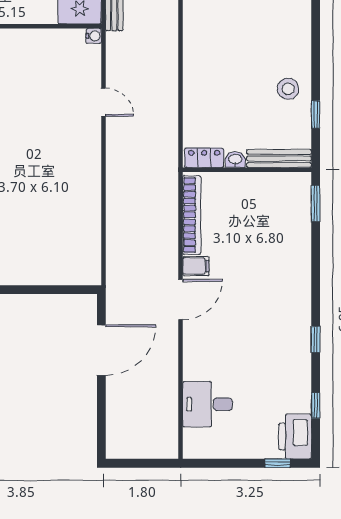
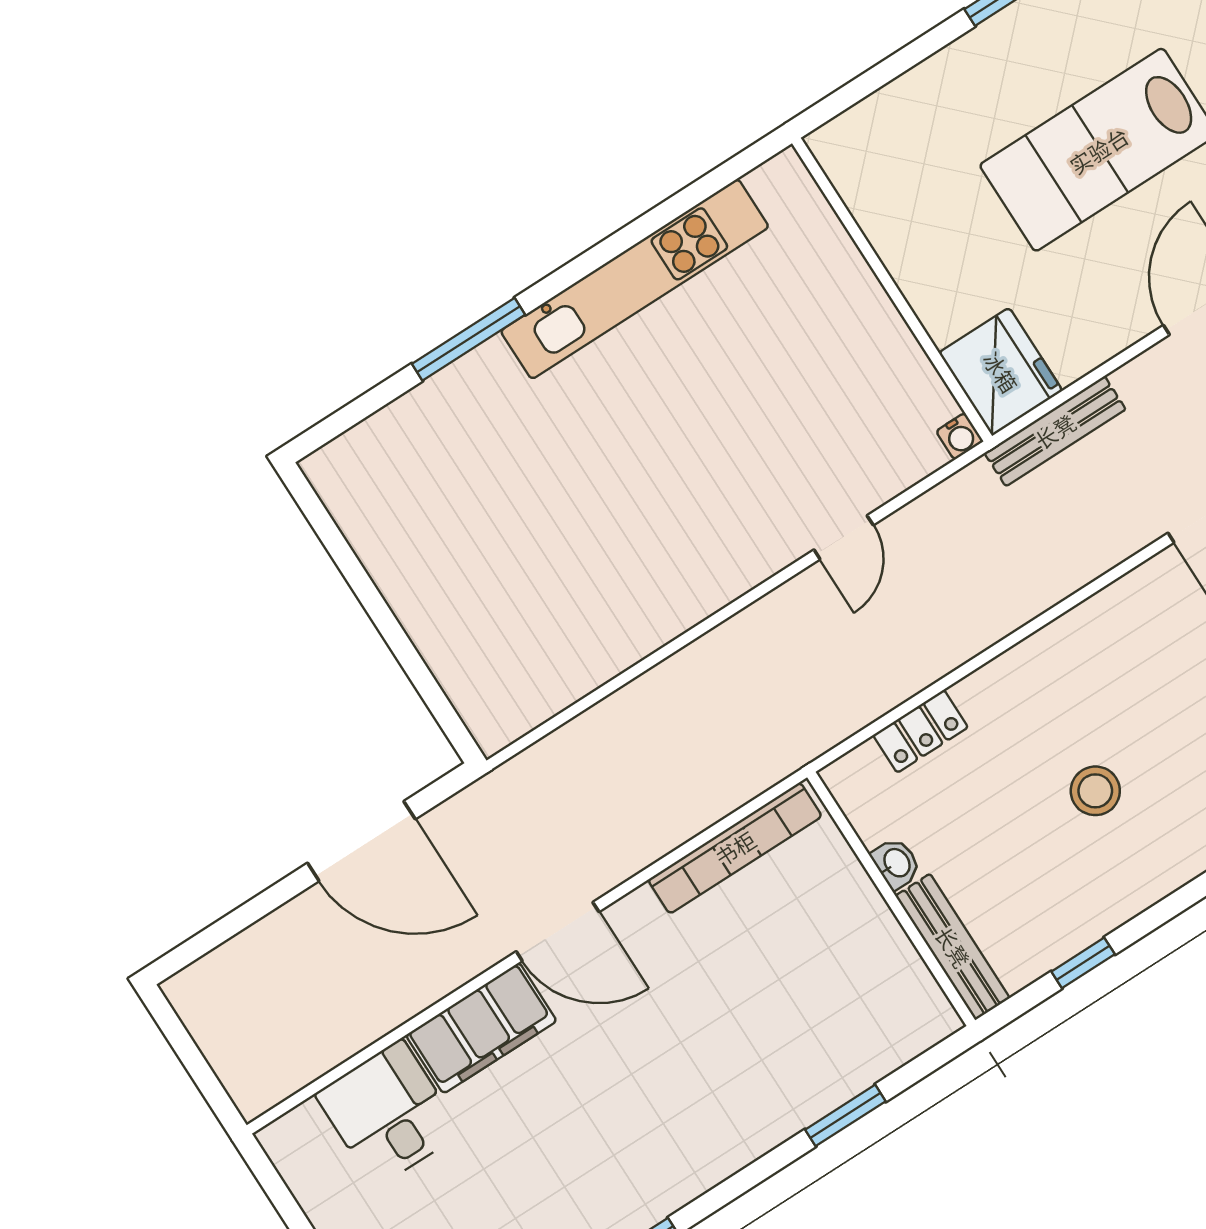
stool: (288, 89) -> (1095, 791), moved
locker: (204, 158) -> (921, 731), moved, turned 90
window: (316, 203) -> (845, 1115), moved
filing cabinet: (196, 266) -> (481, 1028), moved, width x3.00, depth x1.17

